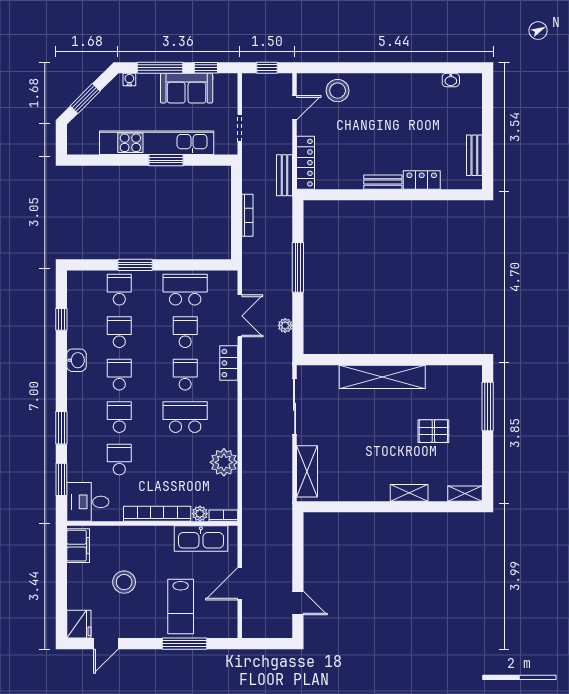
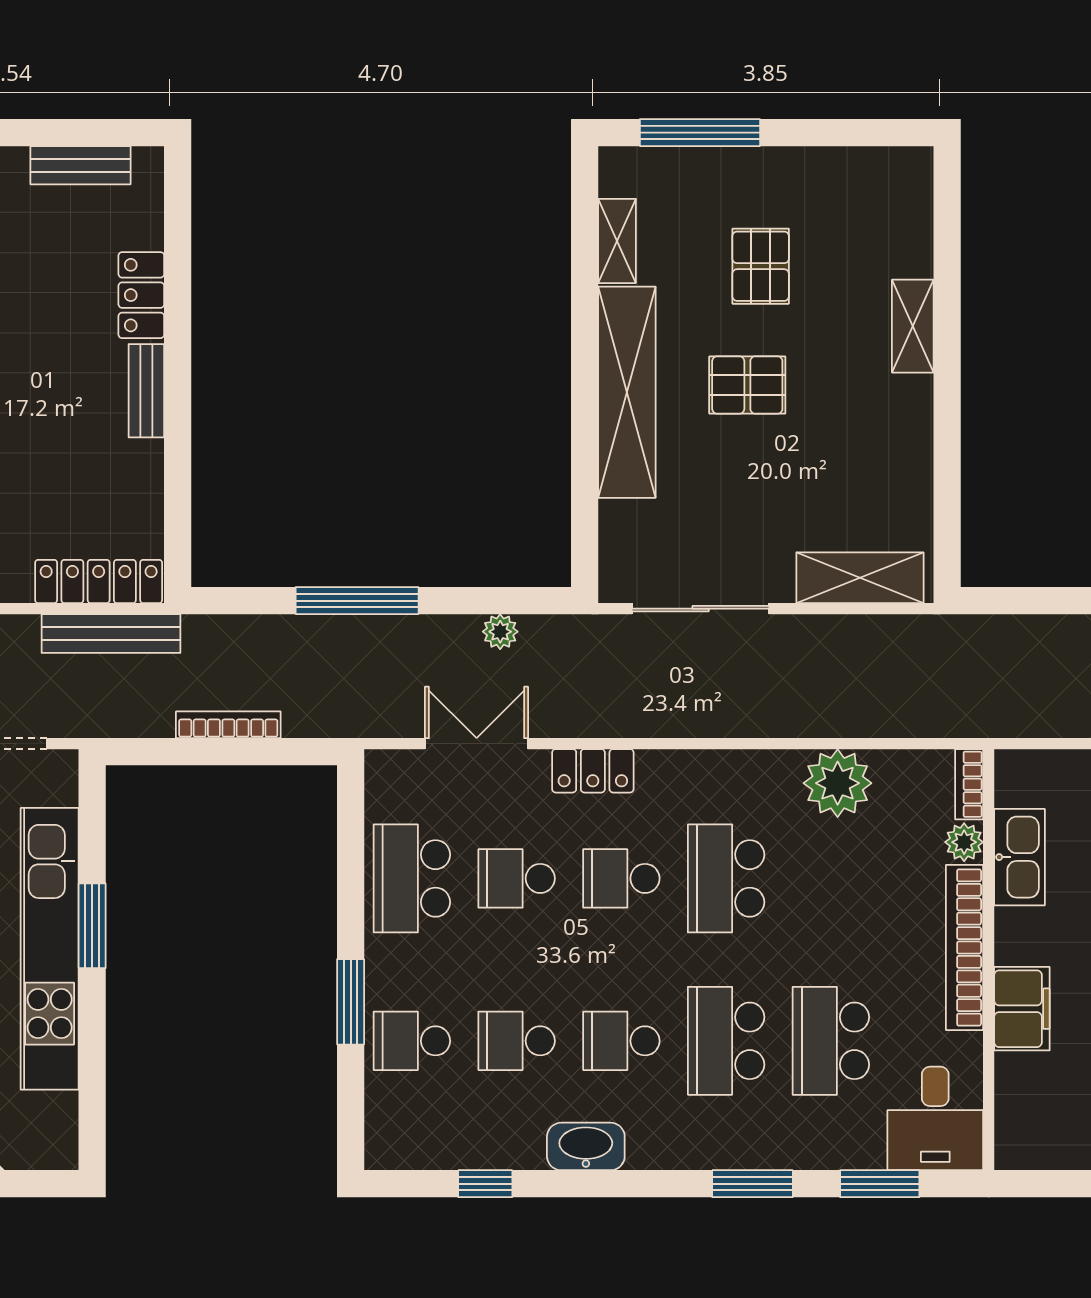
bench: (284, 175) -> (111, 633), width x1.36
washbasin: (76, 360) -> (586, 1146), width x1.38
school desk: (119, 417) -> (726, 1041), width x1.85
pallet: (385, 426) -> (747, 385), added
school desk: (119, 460) -> (831, 1041), width x1.85
shelving: (465, 494) -> (617, 241), moved
kitchen sink: (201, 539) -> (1019, 857), width x0.73, depth x0.81
filing cabinet: (78, 546) -> (1022, 1009), moved, turned 90

